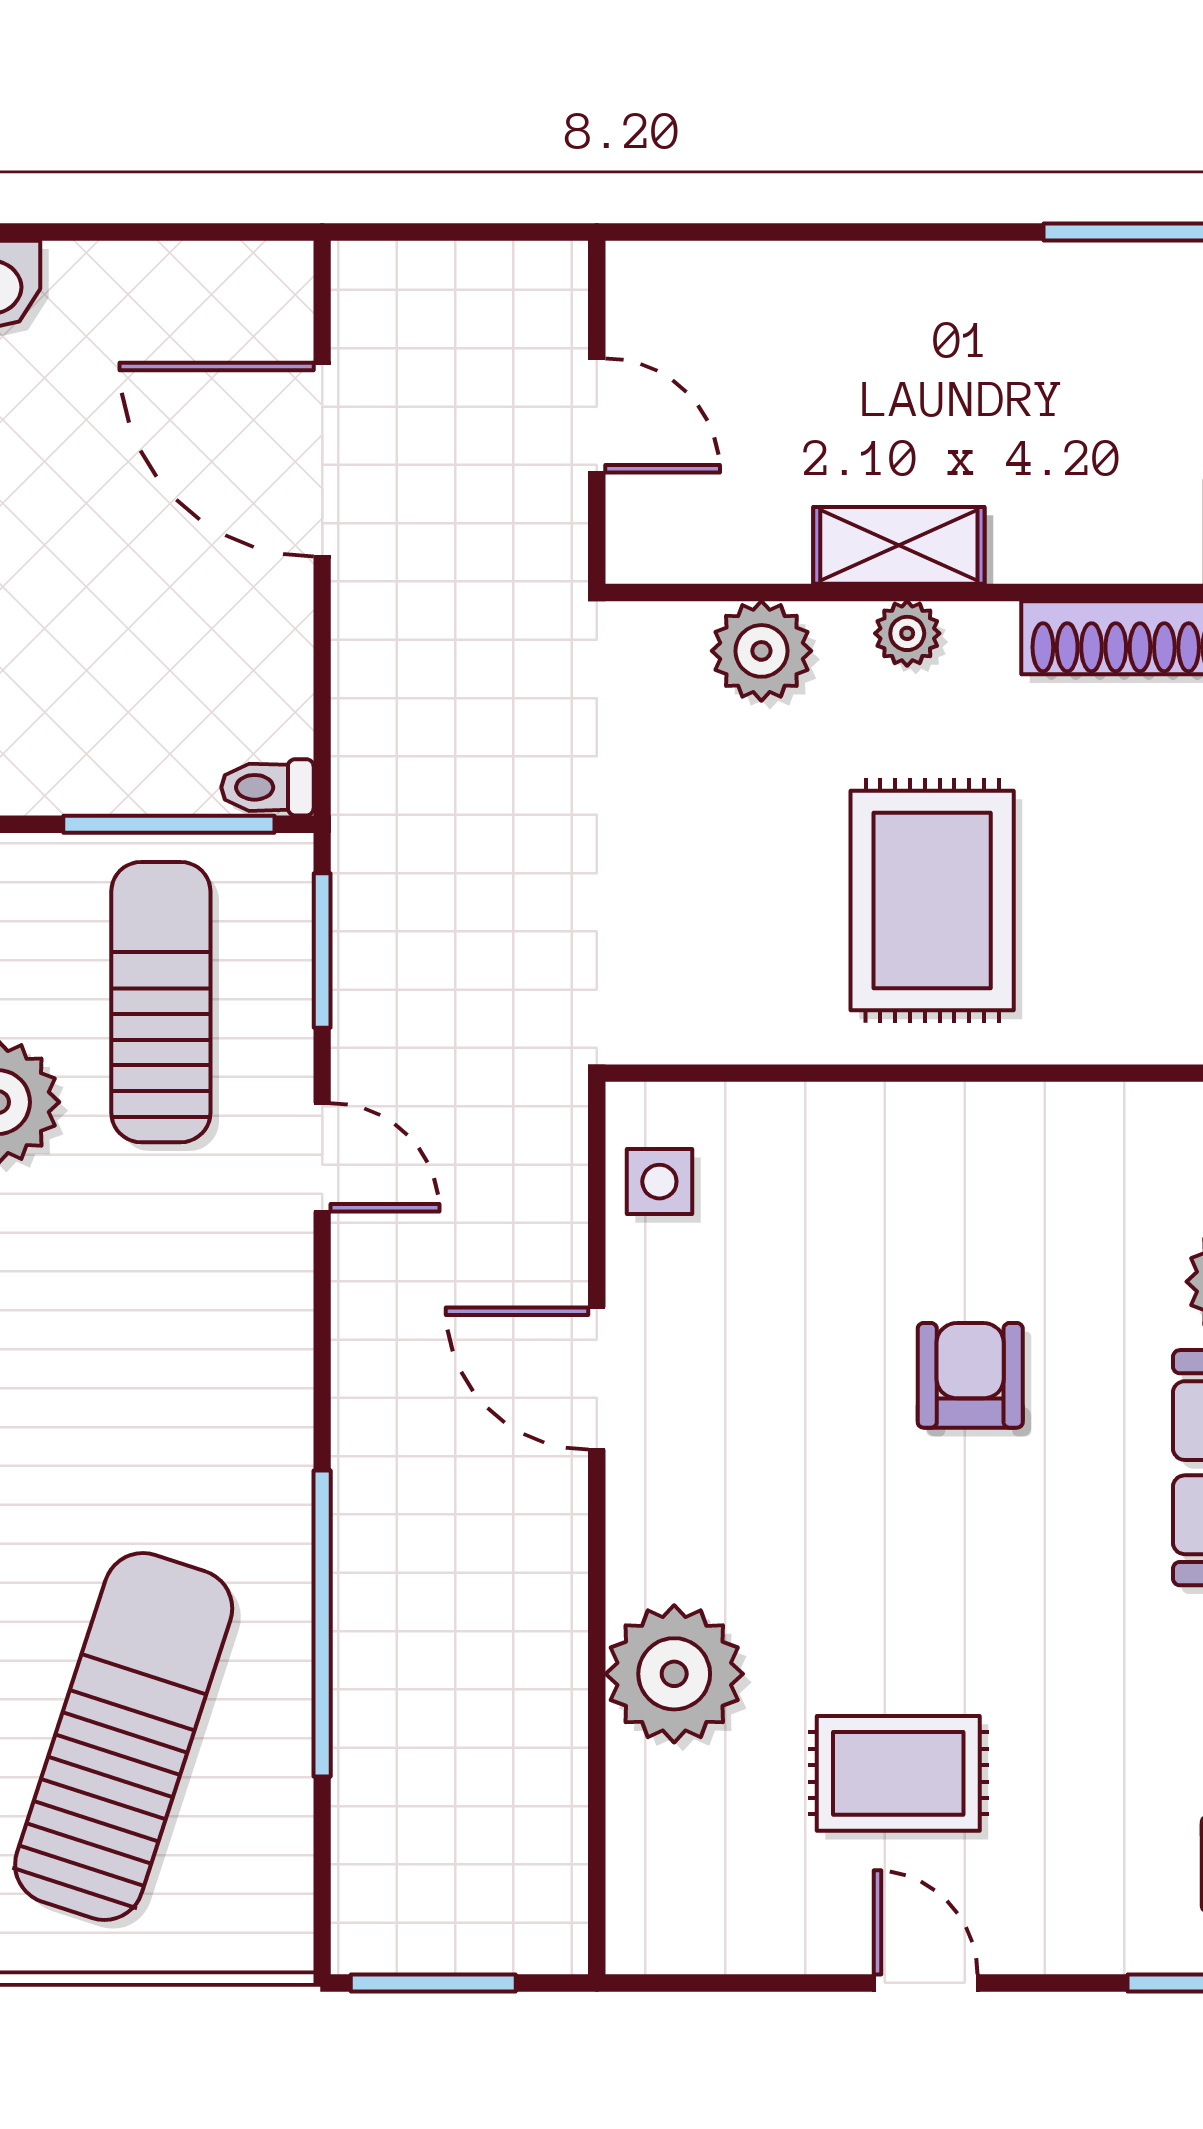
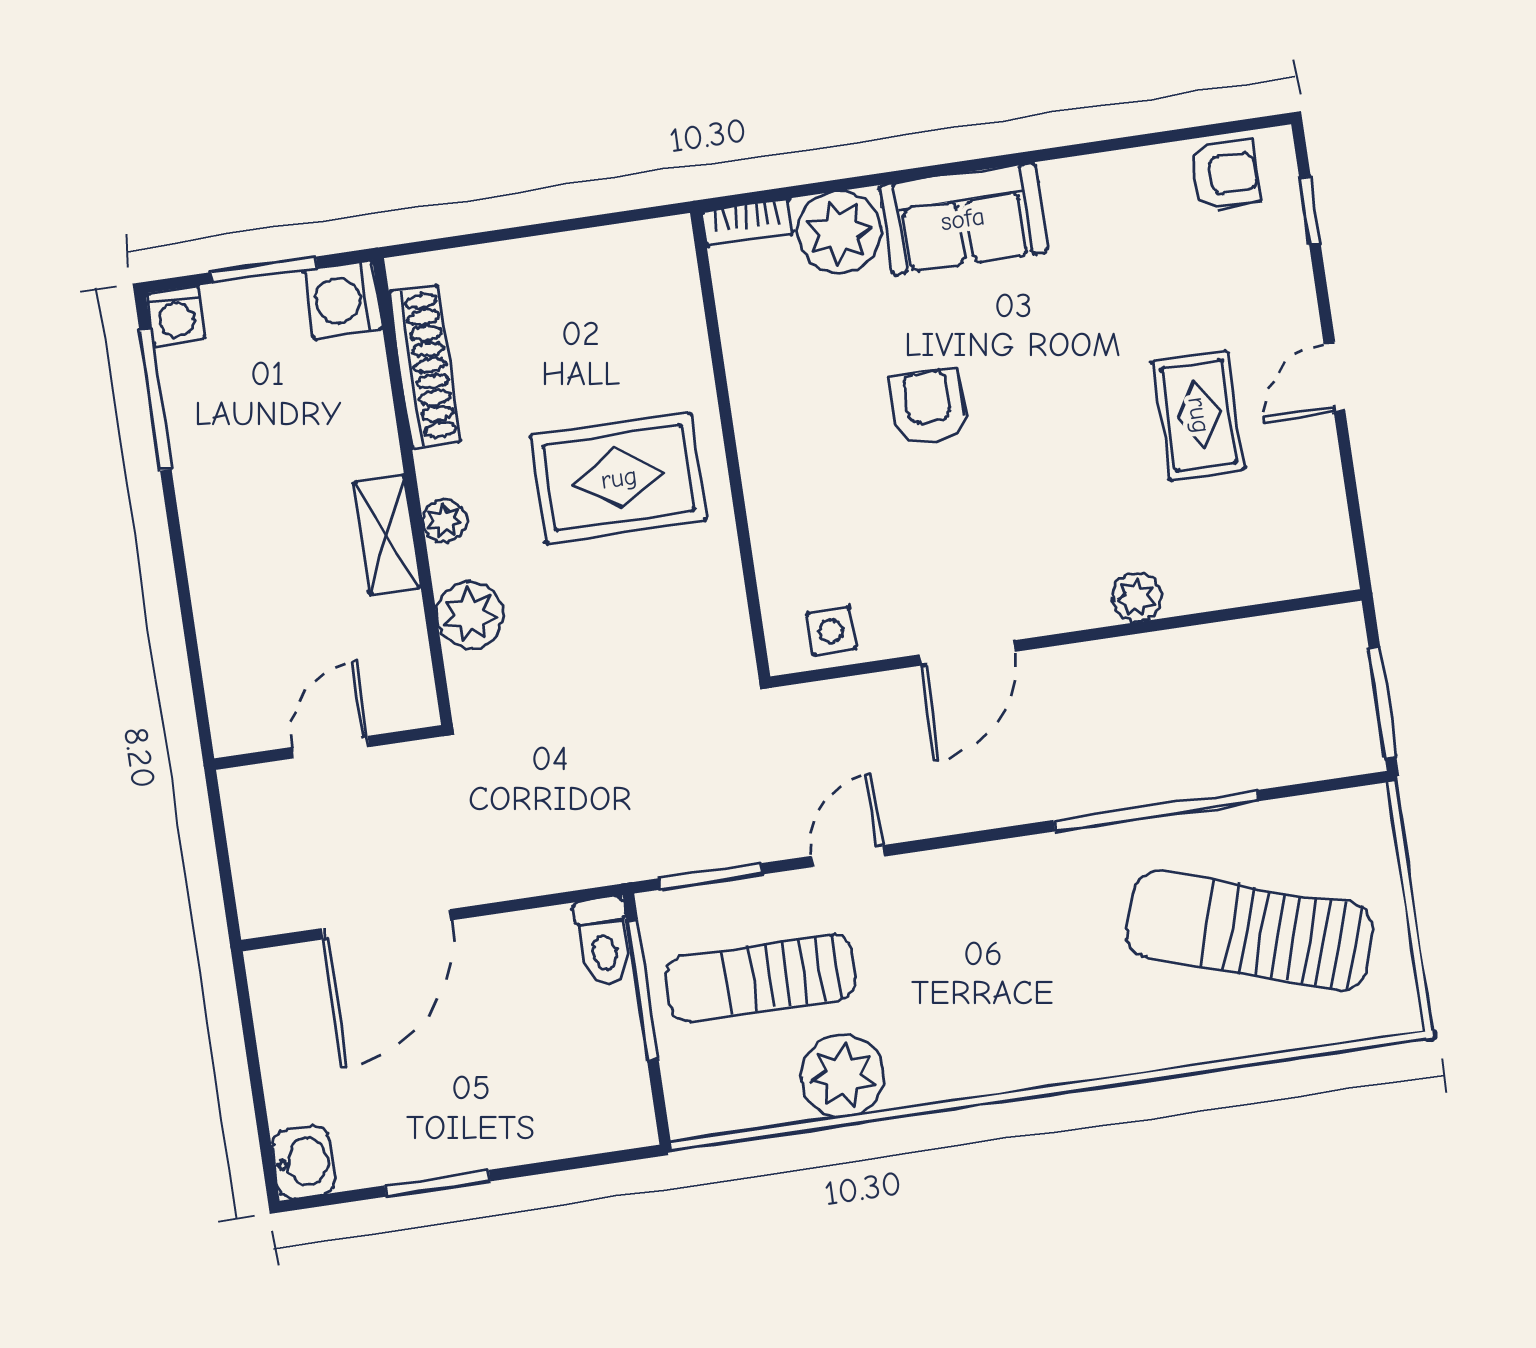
toilet: (268, 787) -> (603, 941), width x1.37, depth x1.39
armchair: (970, 1375) -> (929, 407), turned 90
plant: (674, 1674) -> (1137, 597), width x0.53, depth x0.53

